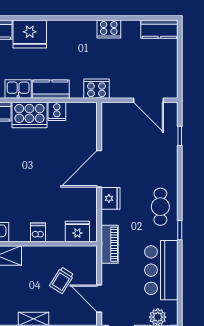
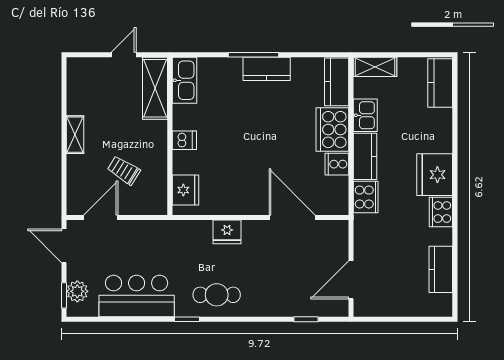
cooker: (109, 29) -> (441, 212), moved
kitchen counter: (159, 29) -> (441, 269), moved
fridge: (30, 34) -> (435, 175), moved
cooker: (97, 89) -> (366, 197), moved
door: (99, 169) -> (292, 218), moved
piano: (110, 244) -> (169, 231), removed

